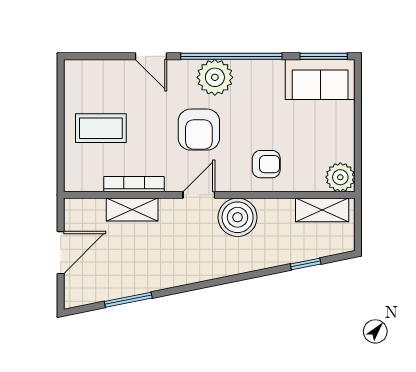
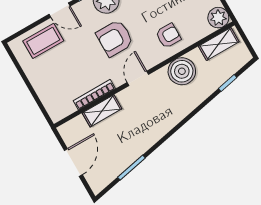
coffee table: (101, 128) -> (43, 41), moved
armchair: (199, 130) -> (115, 38), turned 90
boiler: (238, 217) -> (182, 71), moved

